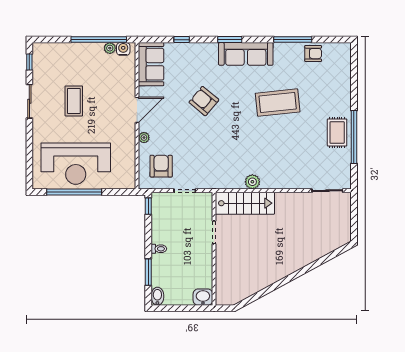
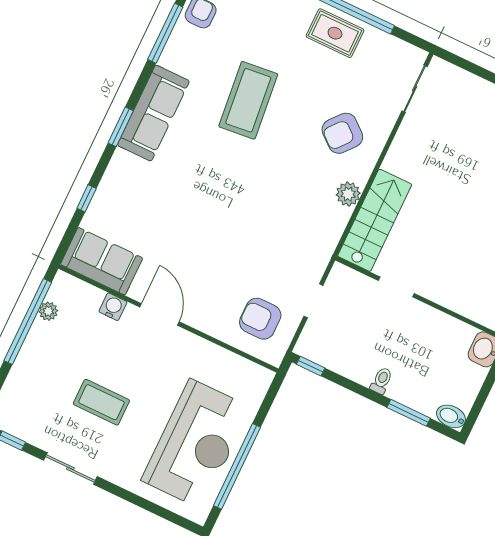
water cooler: (123, 49) -> (113, 307), moved, turned 90
armchair: (204, 101) -> (342, 133), moved
plant: (144, 138) -> (206, 324), removed

